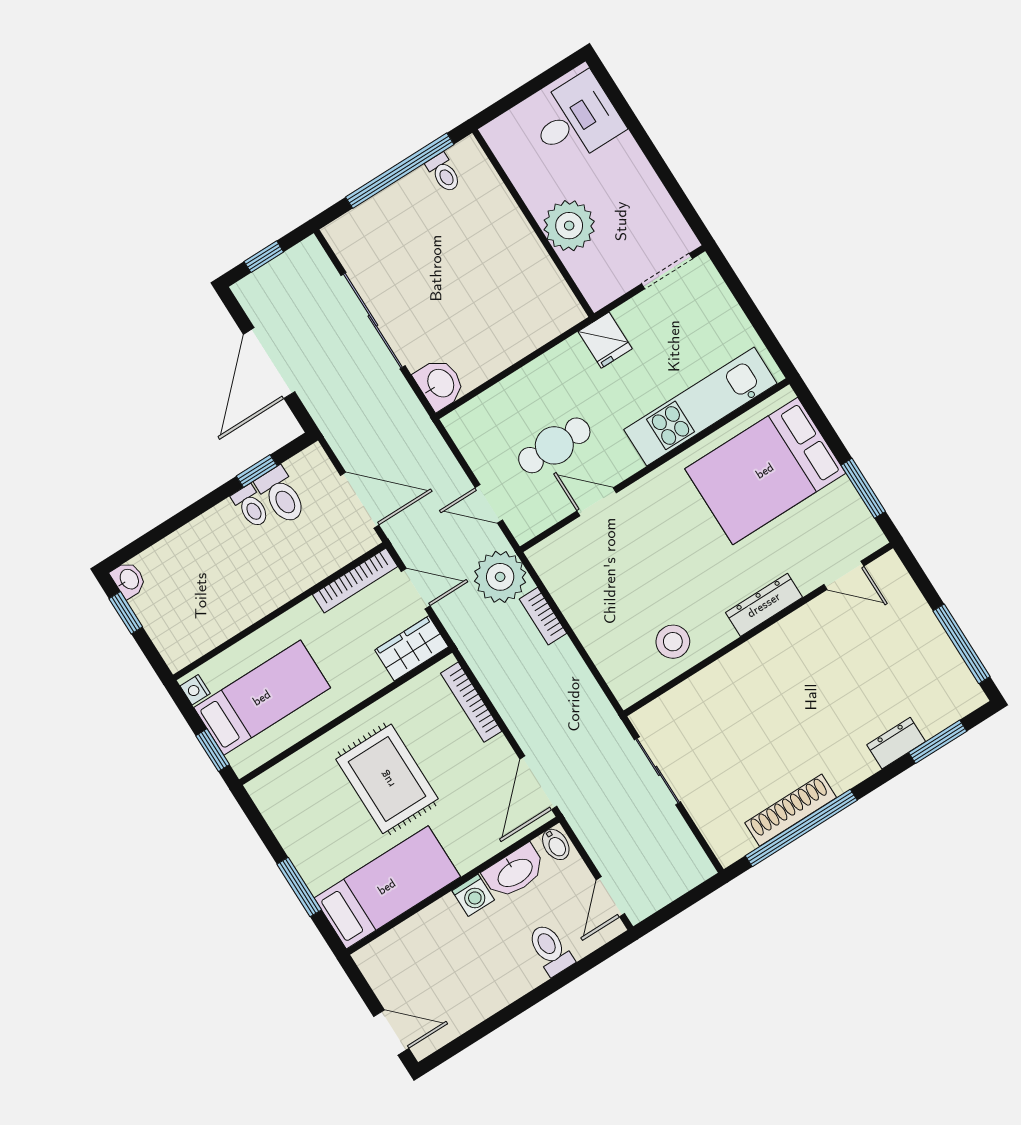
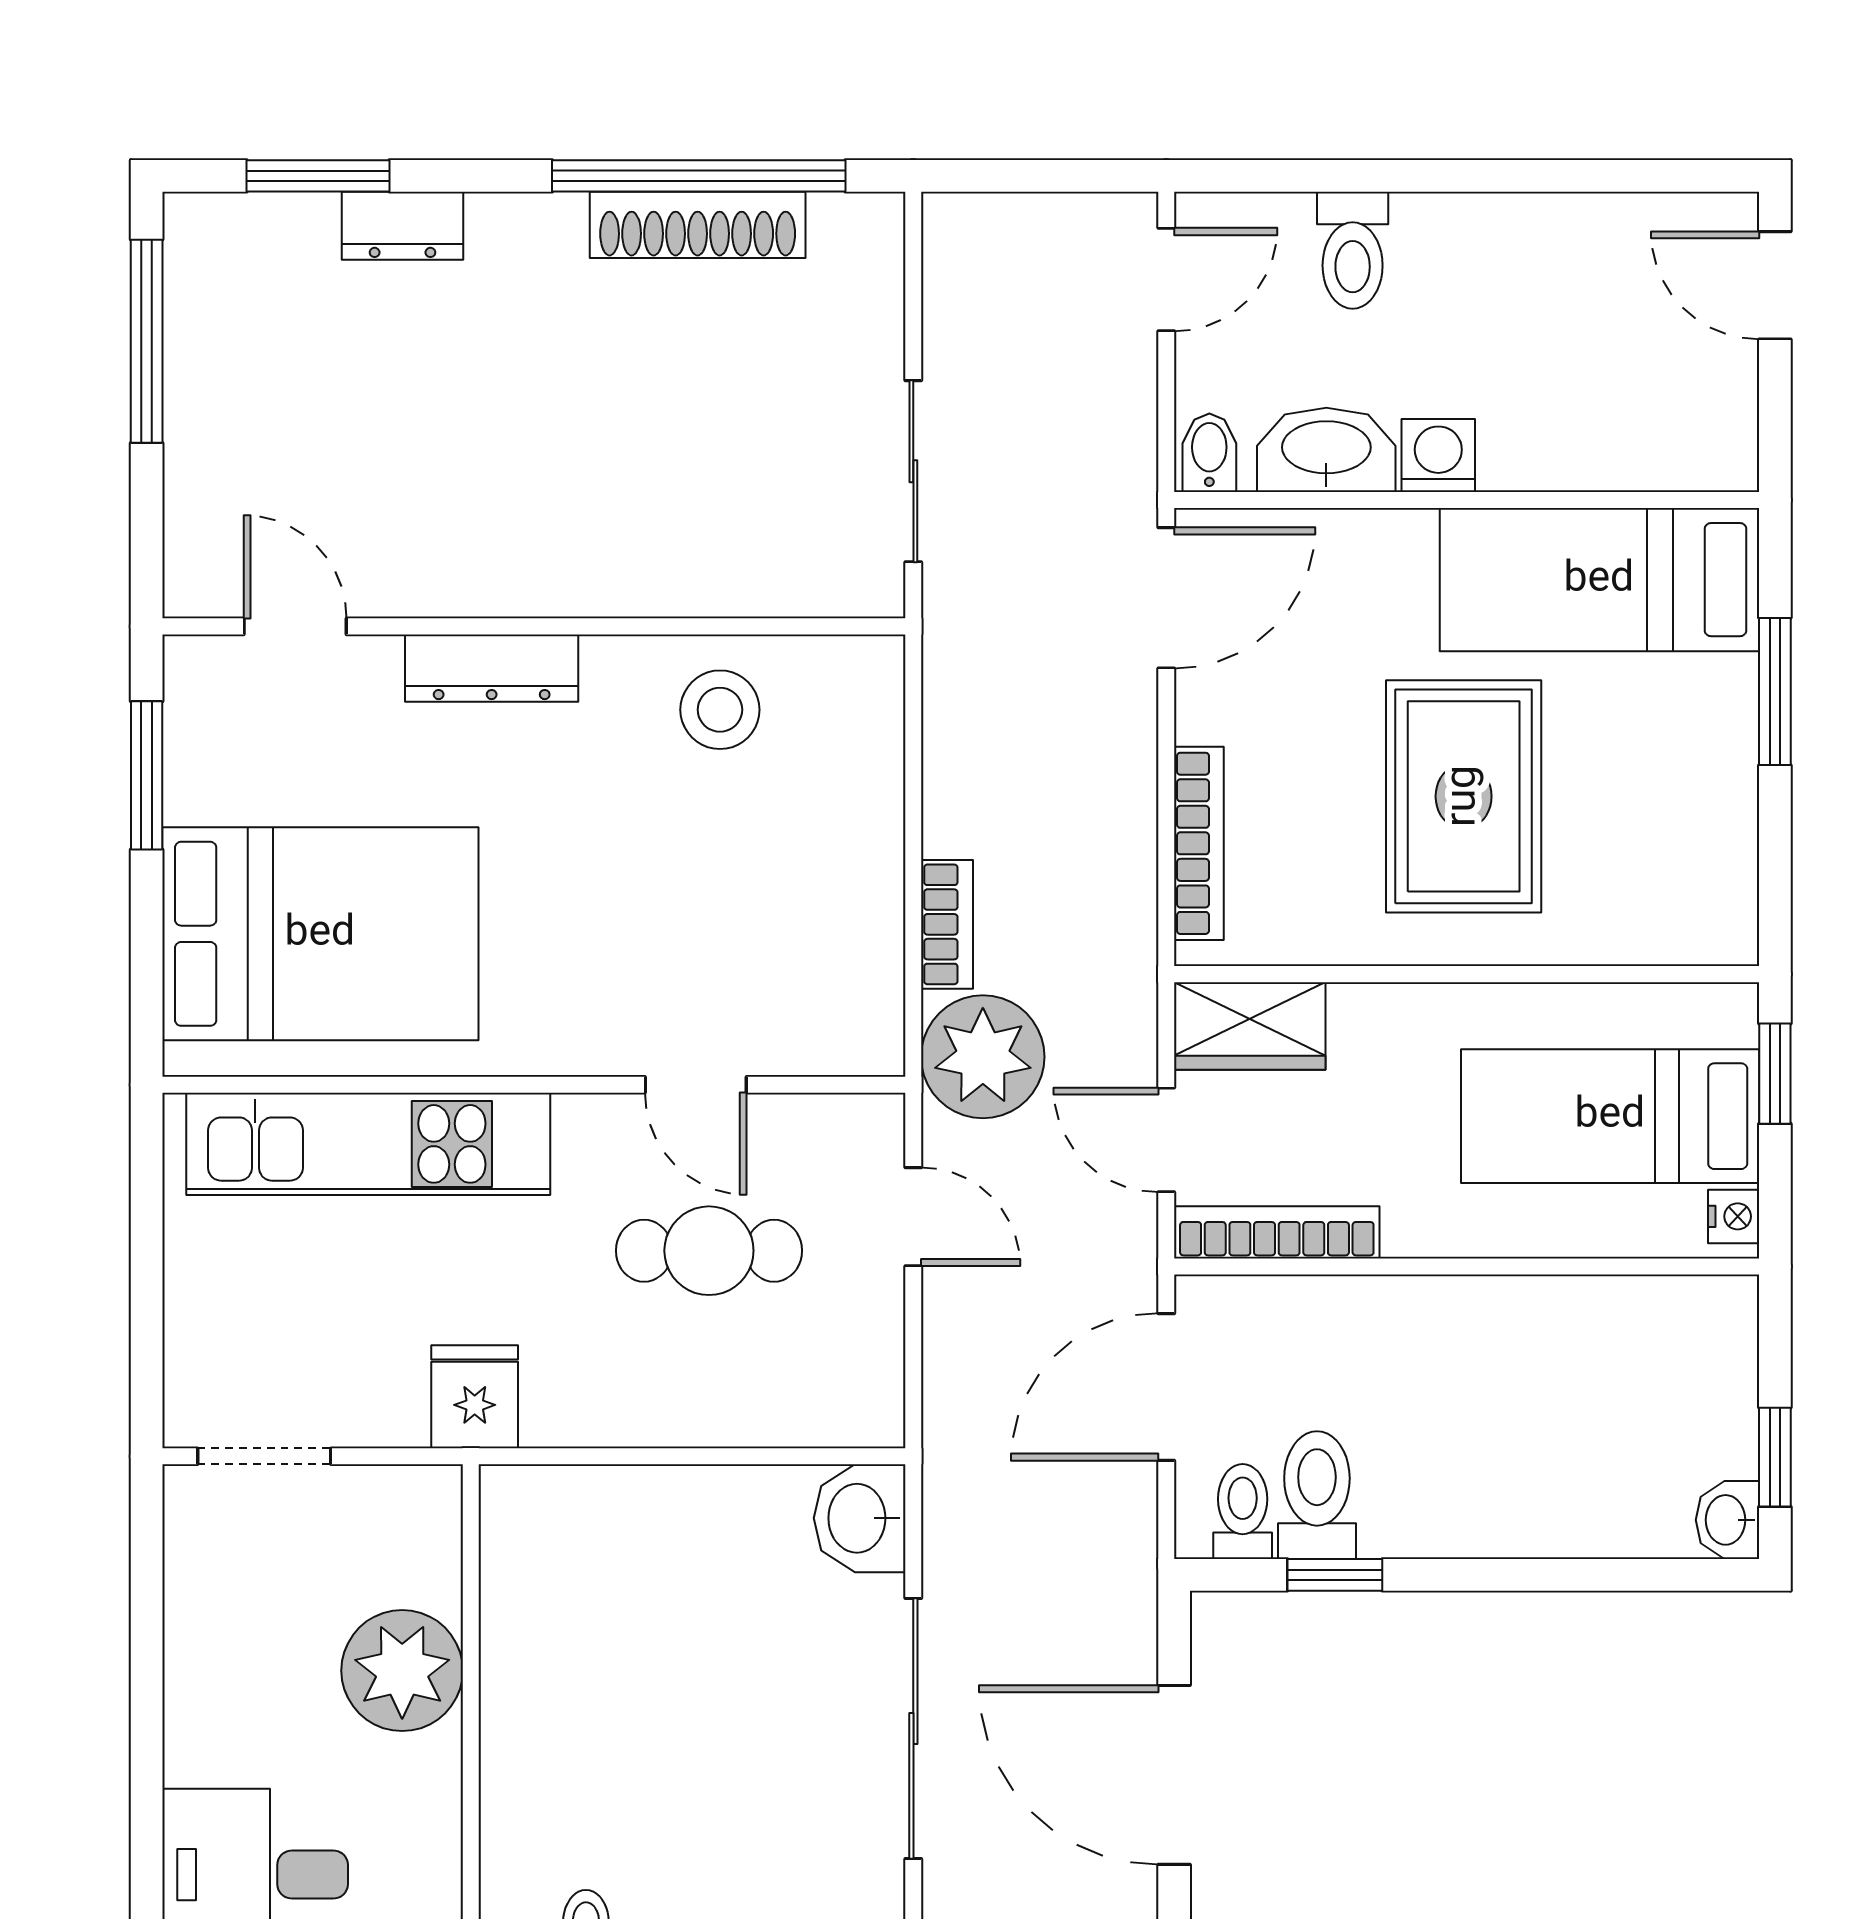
door: (269, 363) -> (1174, 1775), swing flipped
door: (360, 500) -> (1166, 1387), hinge flipped
toilet: (251, 507) -> (1243, 1511), moved

